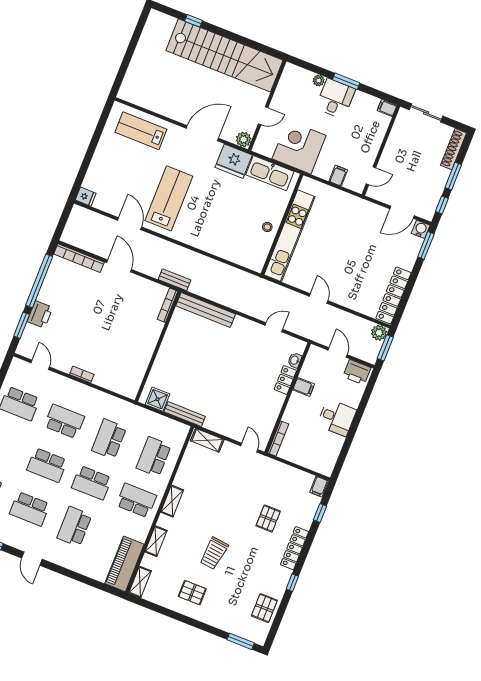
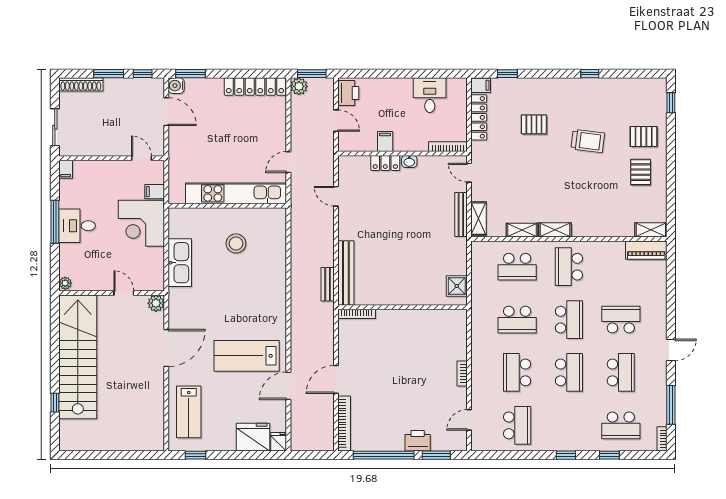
plant: (319, 80) -> (65, 283), moved
window: (346, 81) -> (55, 222), width x1.44
window: (102, 122) -> (195, 455), added
door: (202, 133) -> (166, 348), swing flipped
corner desk: (299, 147) -> (141, 223), moved
fridge: (234, 161) -> (253, 437), moved, turned -90
wall: (282, 224) -> (227, 206), moved
stool: (267, 227) -> (236, 243), width x1.89, depth x1.89
kitchen unit: (289, 236) -> (236, 193), moved
bench: (175, 280) -> (328, 284), moved
door: (338, 352) -> (336, 121), swing flipped
washbasin: (295, 360) -> (409, 161), moved
bench: (185, 414) -> (461, 214), moved
desk: (337, 418) -> (430, 95), moved
door: (249, 448) -> (469, 173), hinge flipped
school desk: (74, 527) -> (621, 320), turned 180
shelving: (156, 541) -> (522, 230), moved
locker: (295, 548) -> (479, 117), moved, turned -90
trolley: (214, 553) -> (588, 141), moved
piano: (124, 564) -> (646, 250), width x0.73, depth x0.75
pallet: (264, 608) -> (644, 136), moved
window: (241, 641) -> (671, 103), width x0.67

